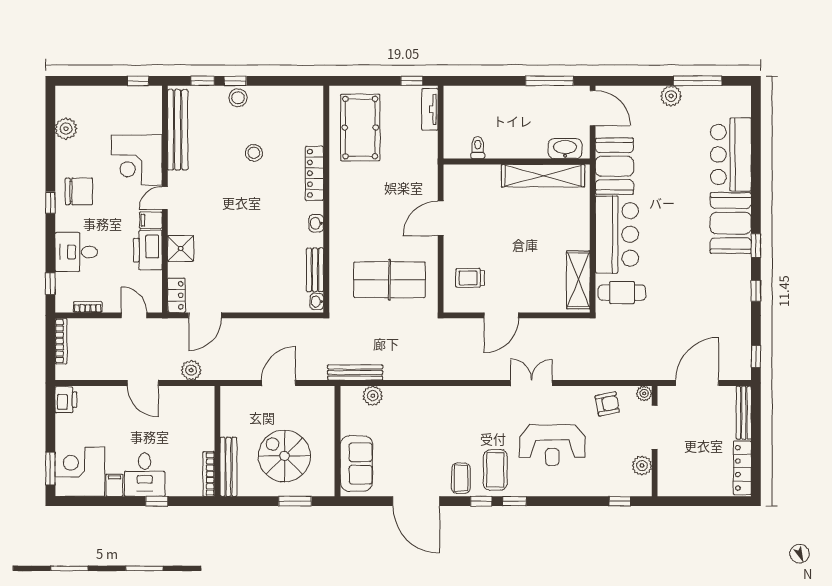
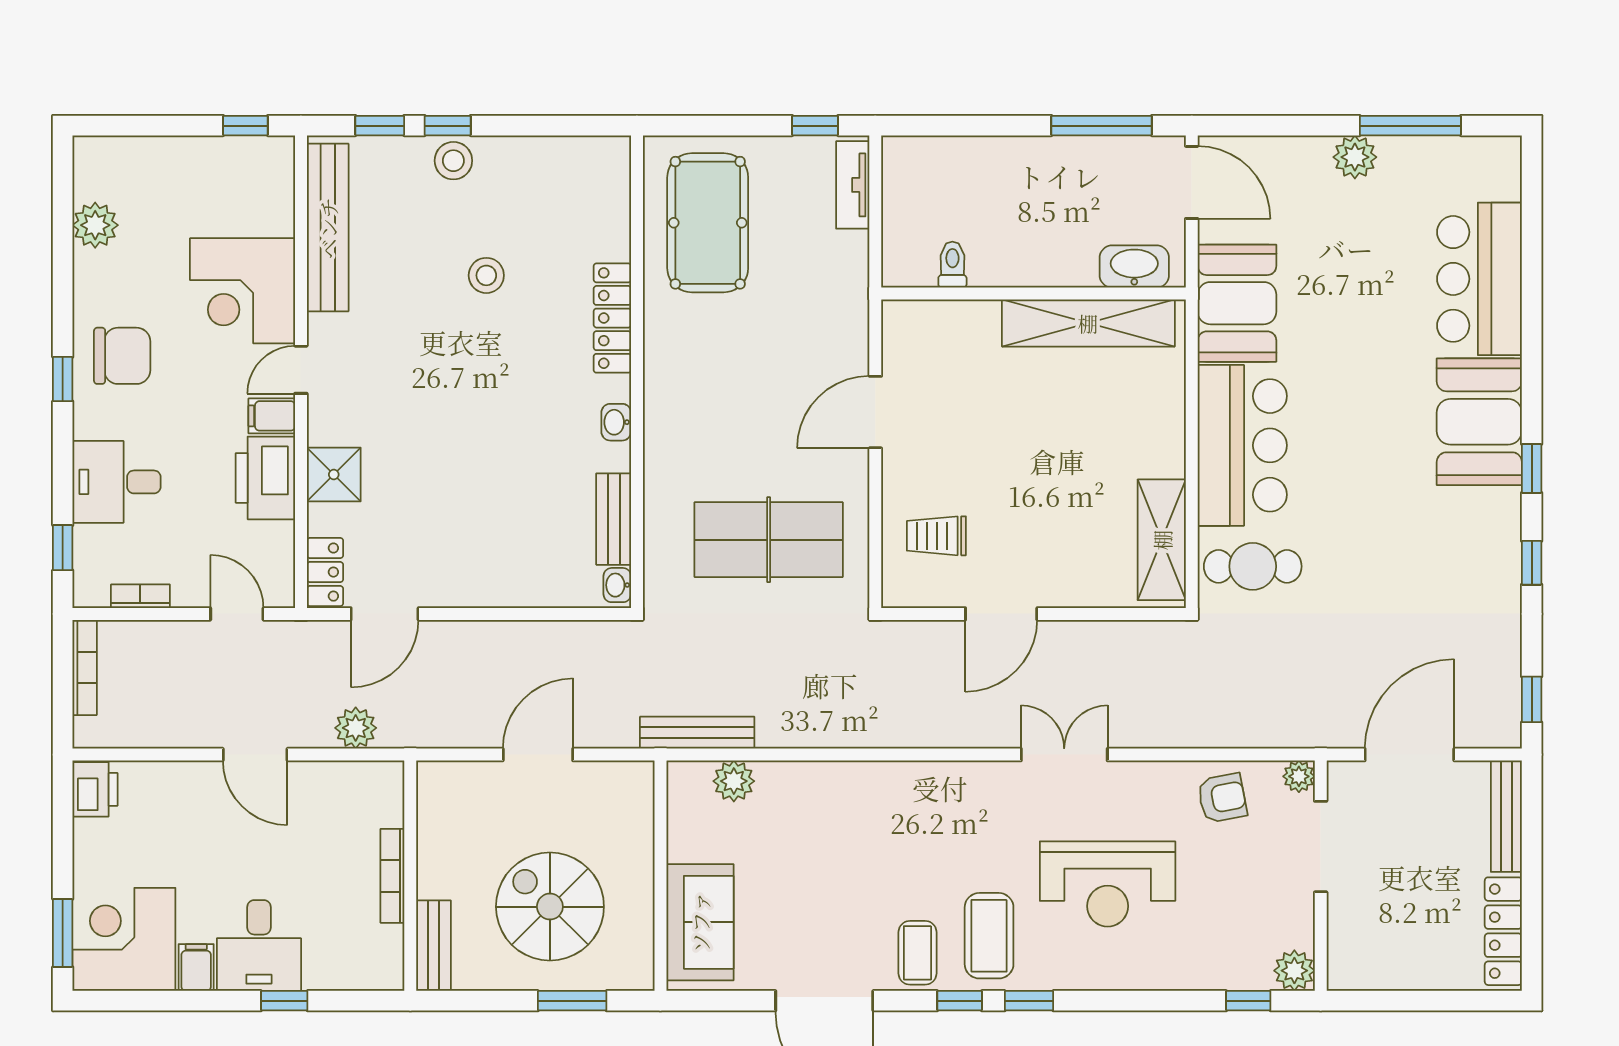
plant: (642, 466) -> (1294, 971), moved
bench: (228, 467) -> (434, 946), width x0.73
bookcase: (209, 474) -> (392, 876), moved

